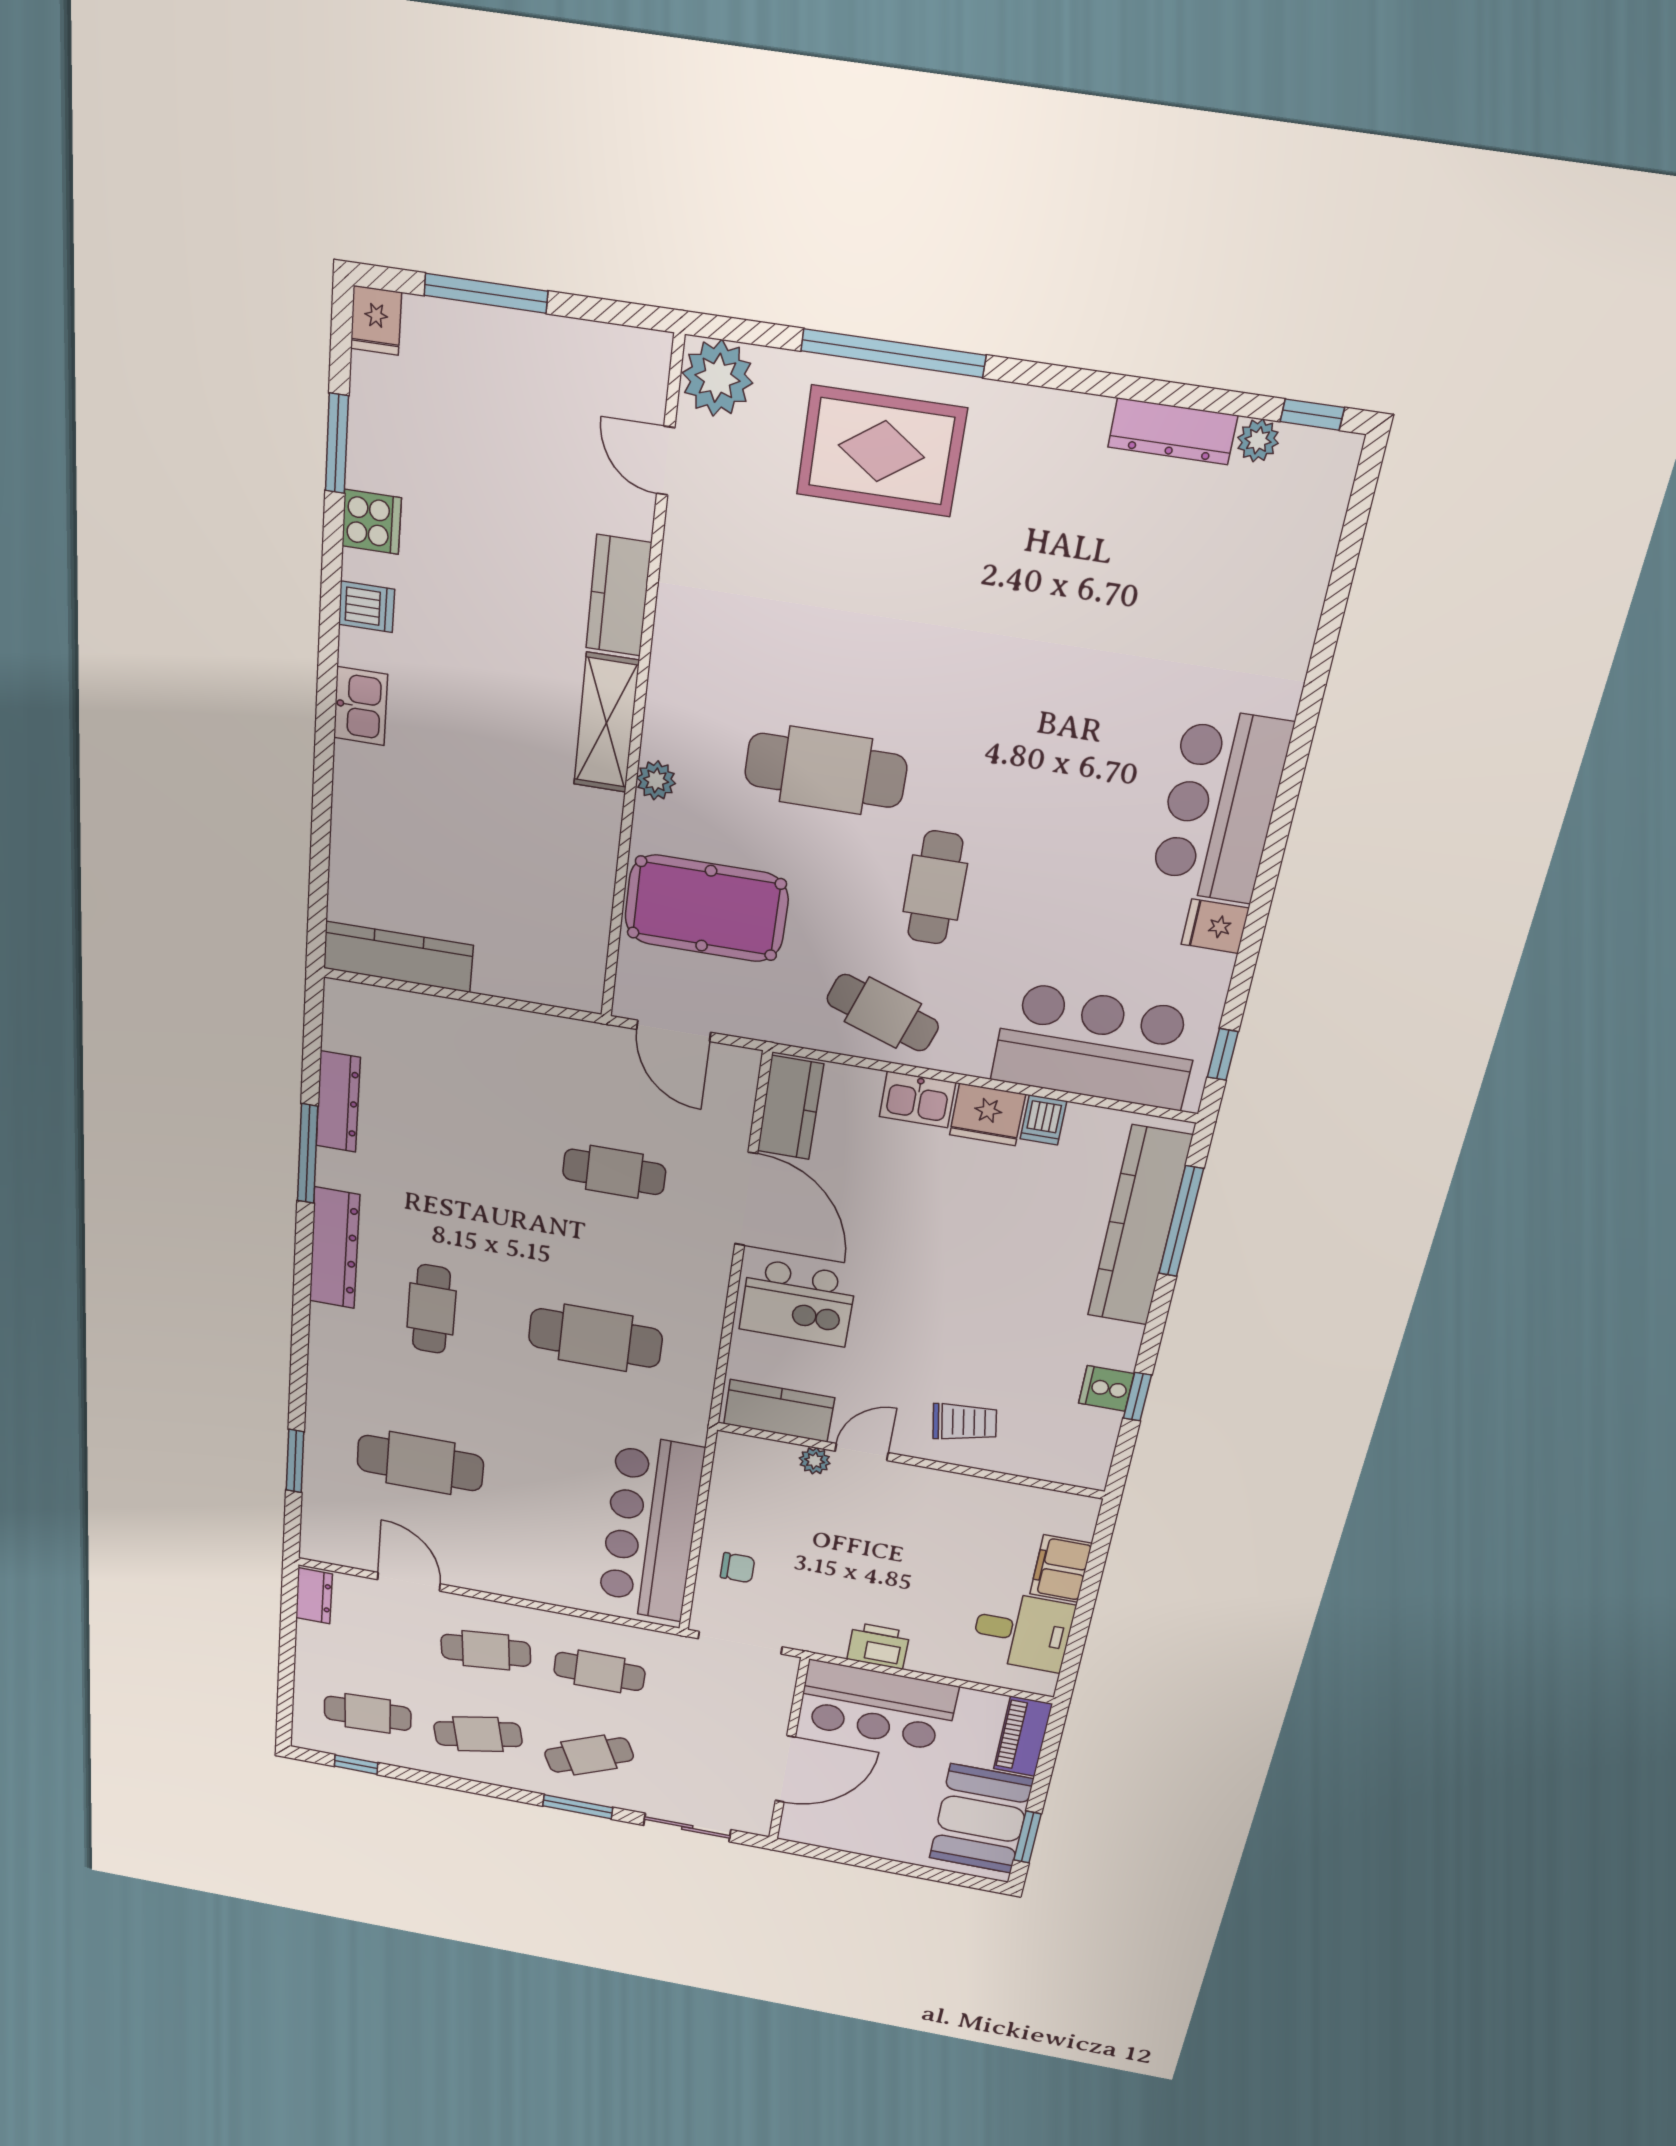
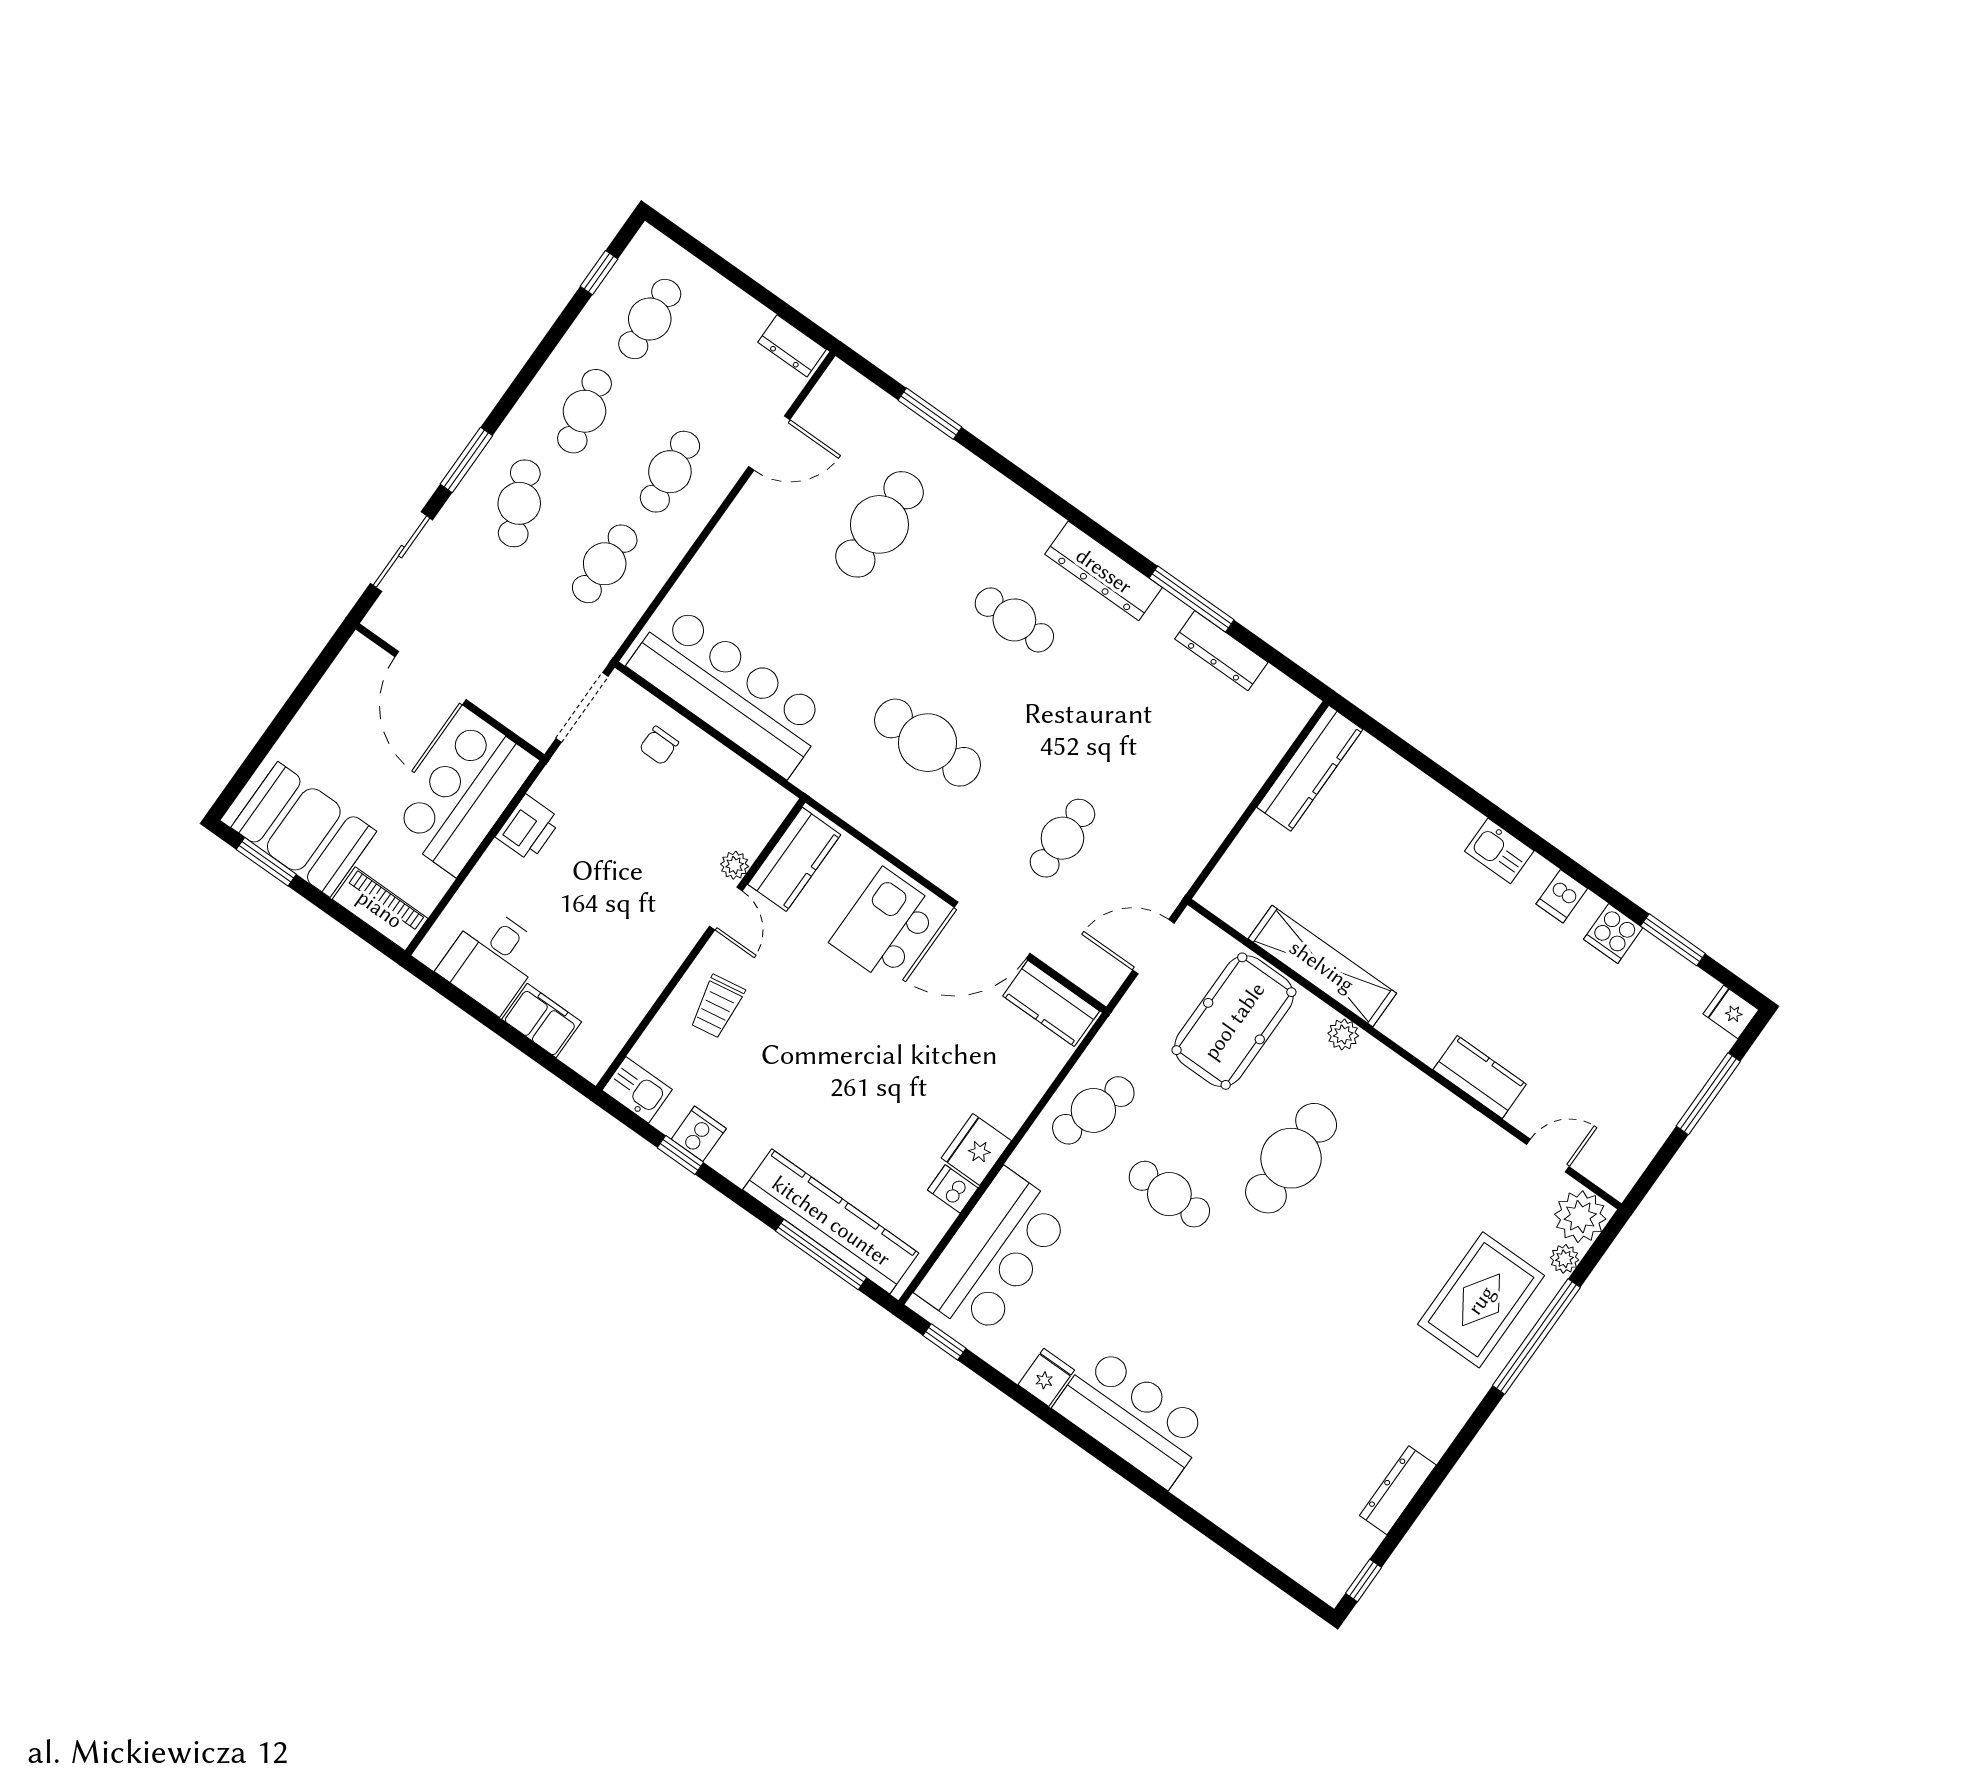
plant: (1258, 440) -> (1565, 1259), moved
shelving: (606, 723) -> (1322, 966), moved, width x1.47
kitchen sink: (917, 1100) -> (637, 1090), moved, turned 90
cafe table: (595, 1338) -> (928, 743), turned 90

